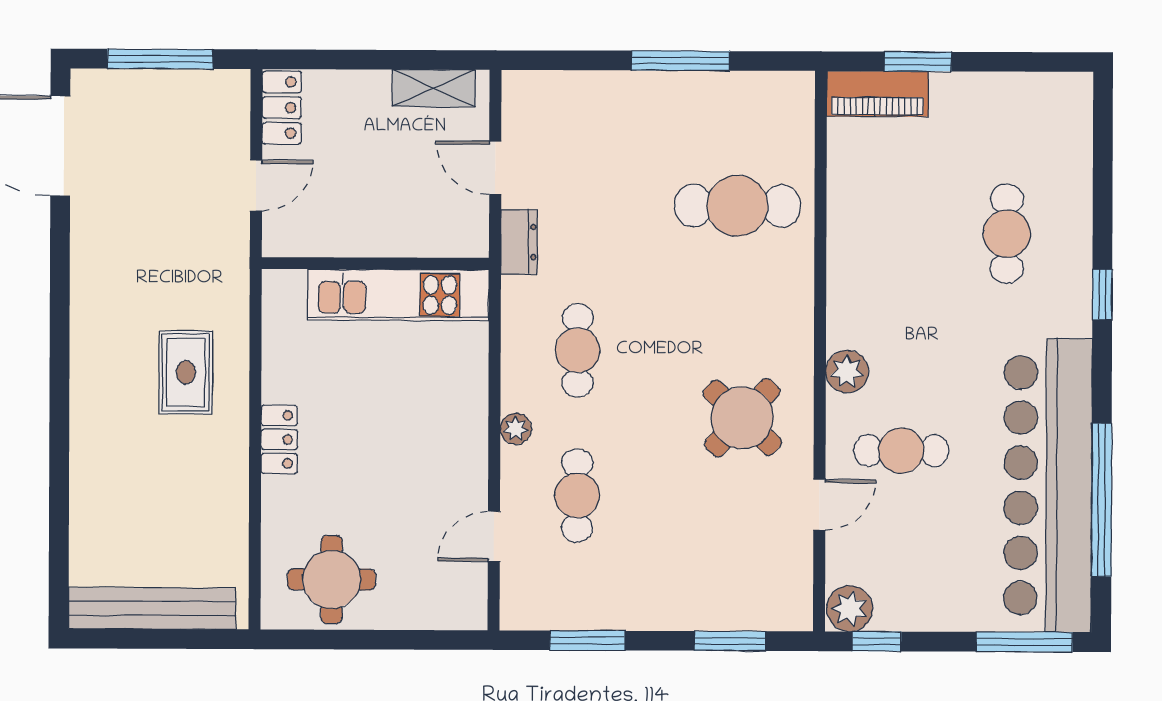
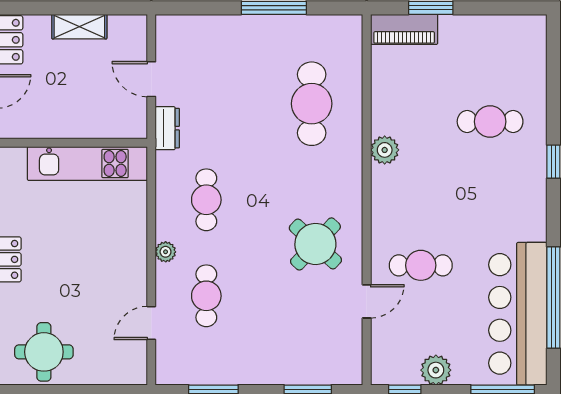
shelving: (434, 88) -> (79, 27), moved
cafe table: (737, 206) -> (312, 104), turned 90
cafe table: (1007, 234) -> (490, 122), turned 90
plant: (847, 372) -> (385, 150), moved
bar counter: (1048, 485) -> (518, 314), width x0.73
plant: (850, 609) -> (436, 370), moved

